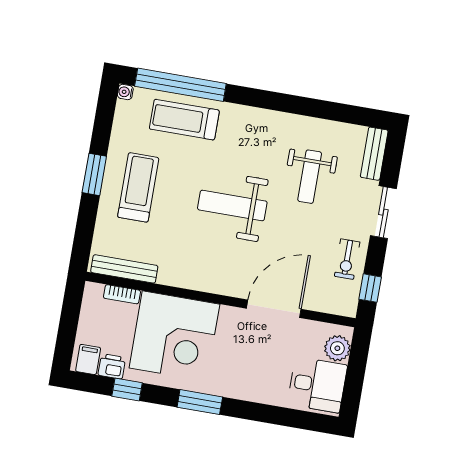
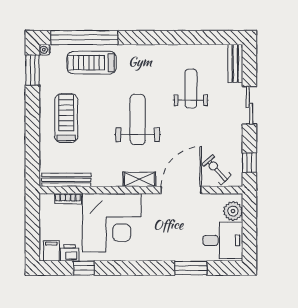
window: (94, 174) -> (32, 70), moved
weight bench: (310, 177) -> (191, 89), turned 180
weight bench: (232, 205) -> (138, 120), turned 90
exercise bike: (347, 259) -> (217, 170), moved, turned 138
shelving: (221, 285) -> (139, 179), added
window: (200, 402) -> (191, 268), moved

